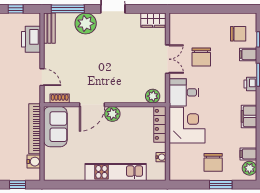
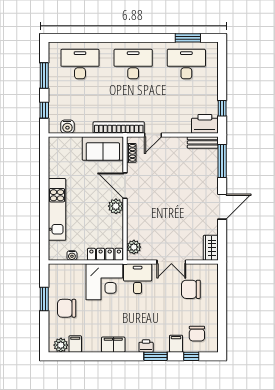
plant: (86, 23) -> (207, 179), removed
printer: (31, 39) -> (205, 124), moved
chair: (201, 57) -> (191, 289), moved
bookcase: (35, 129) -> (119, 127), moved
window: (221, 185) -> (44, 299), moved

